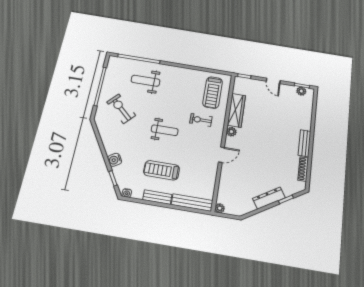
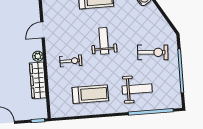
treadmill: (213, 92) -> (90, 94), moved, turned 90
exercise bike: (121, 109) -> (153, 52), turned -39
weight bench: (165, 130) -> (104, 41), turned 90

